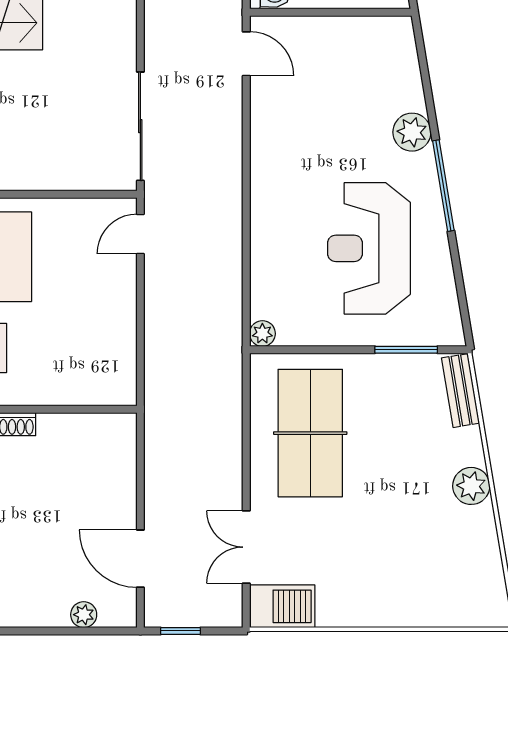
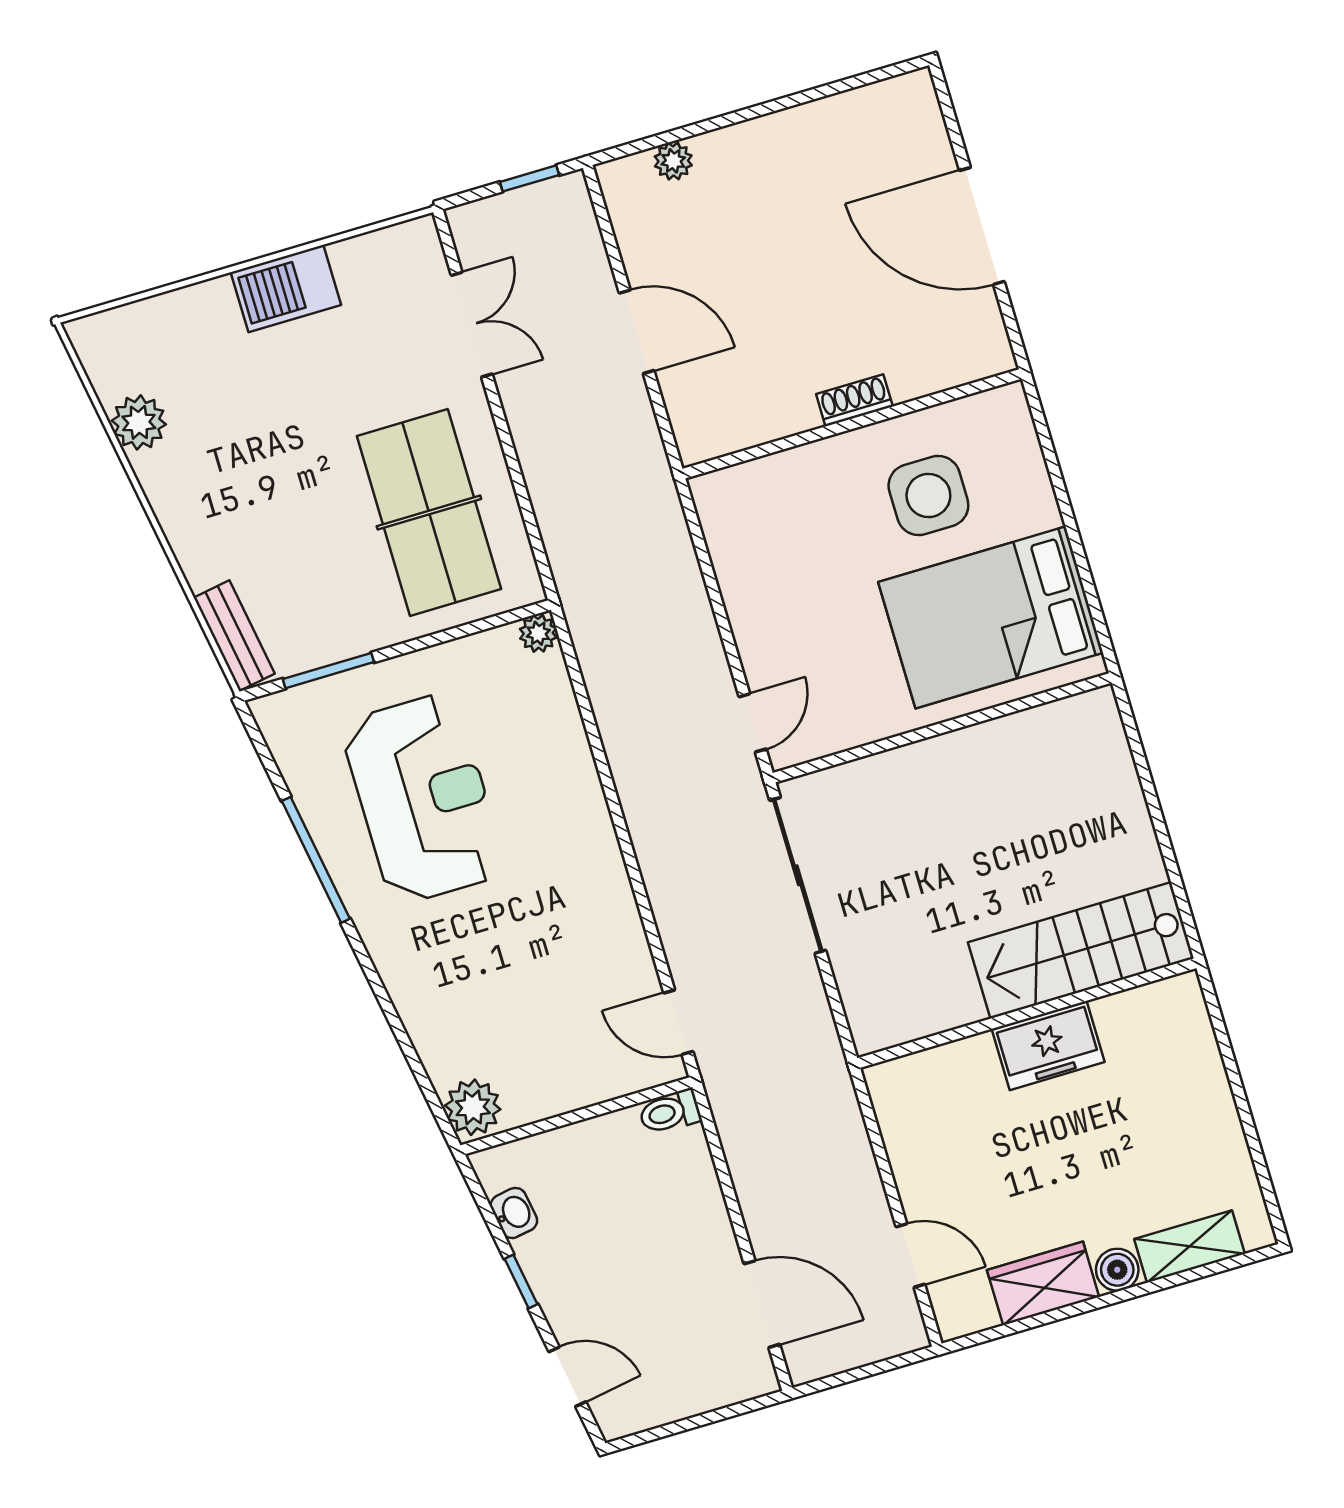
plant: (412, 132) -> (473, 1107), moved
window: (443, 186) -> (316, 860), moved
plant: (471, 486) -> (139, 422), moved
door: (140, 559) -> (637, 332), moved
barbecue: (282, 606) -> (286, 289), moved

